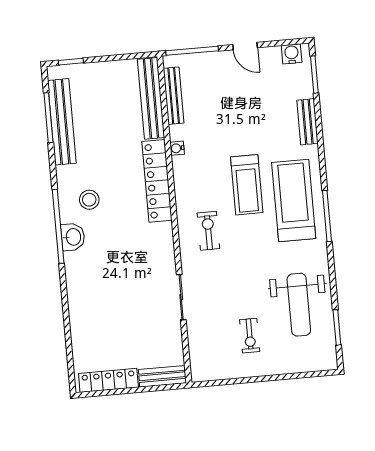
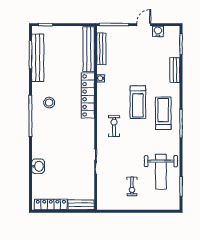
door: (245, 46) -> (144, 25), swing flipped
water cooler: (292, 54) -> (158, 31), moved
treadmill: (294, 201) -> (163, 113), width x0.73, depth x0.73
washbasin: (73, 237) -> (38, 166), moved

